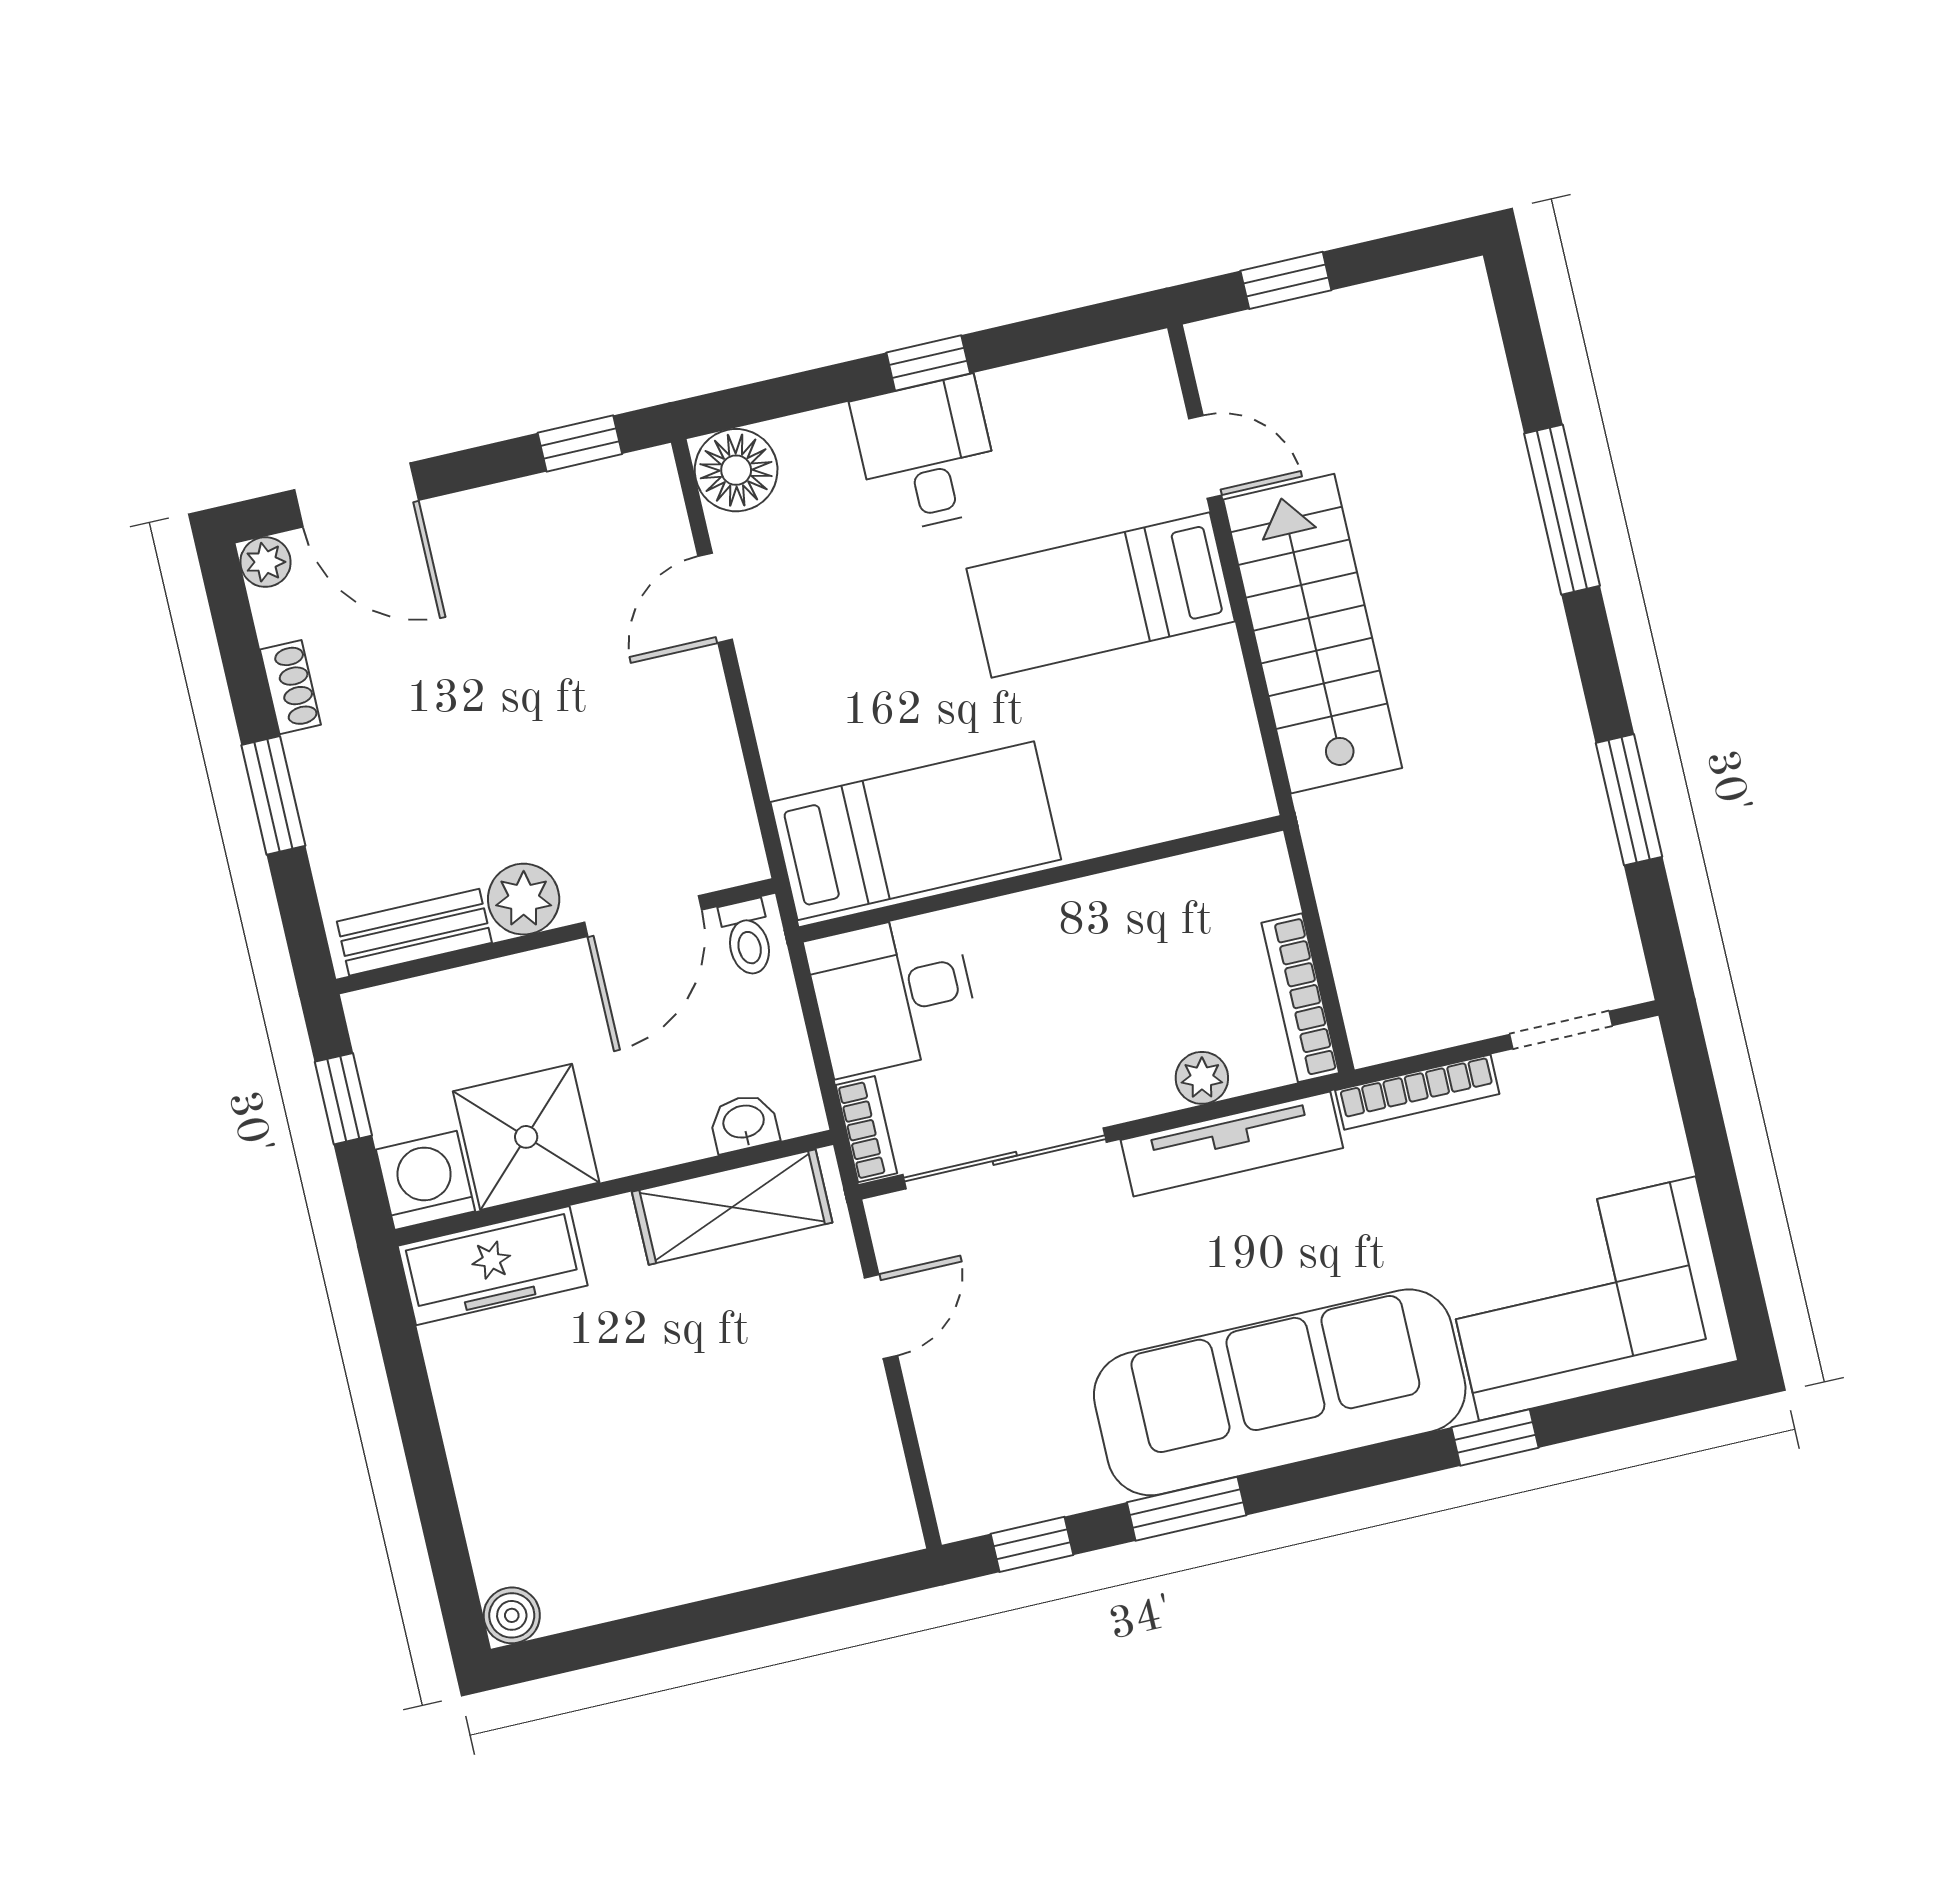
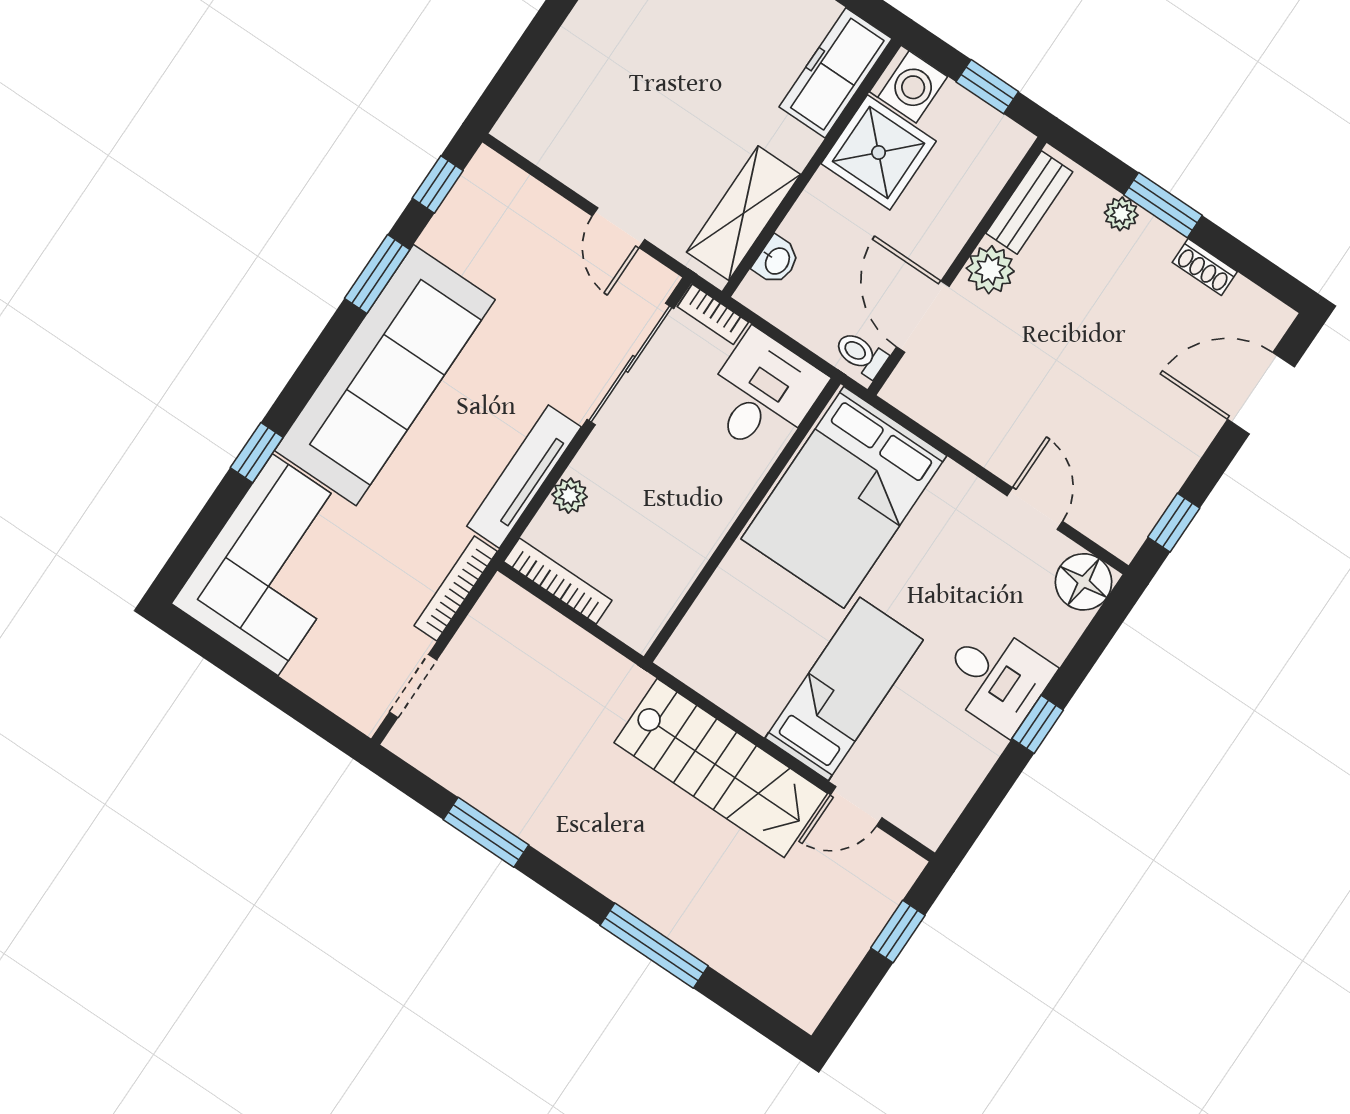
plant: (266, 562) -> (1121, 214), moved
bed: (916, 831) -> (844, 497), width x1.50

